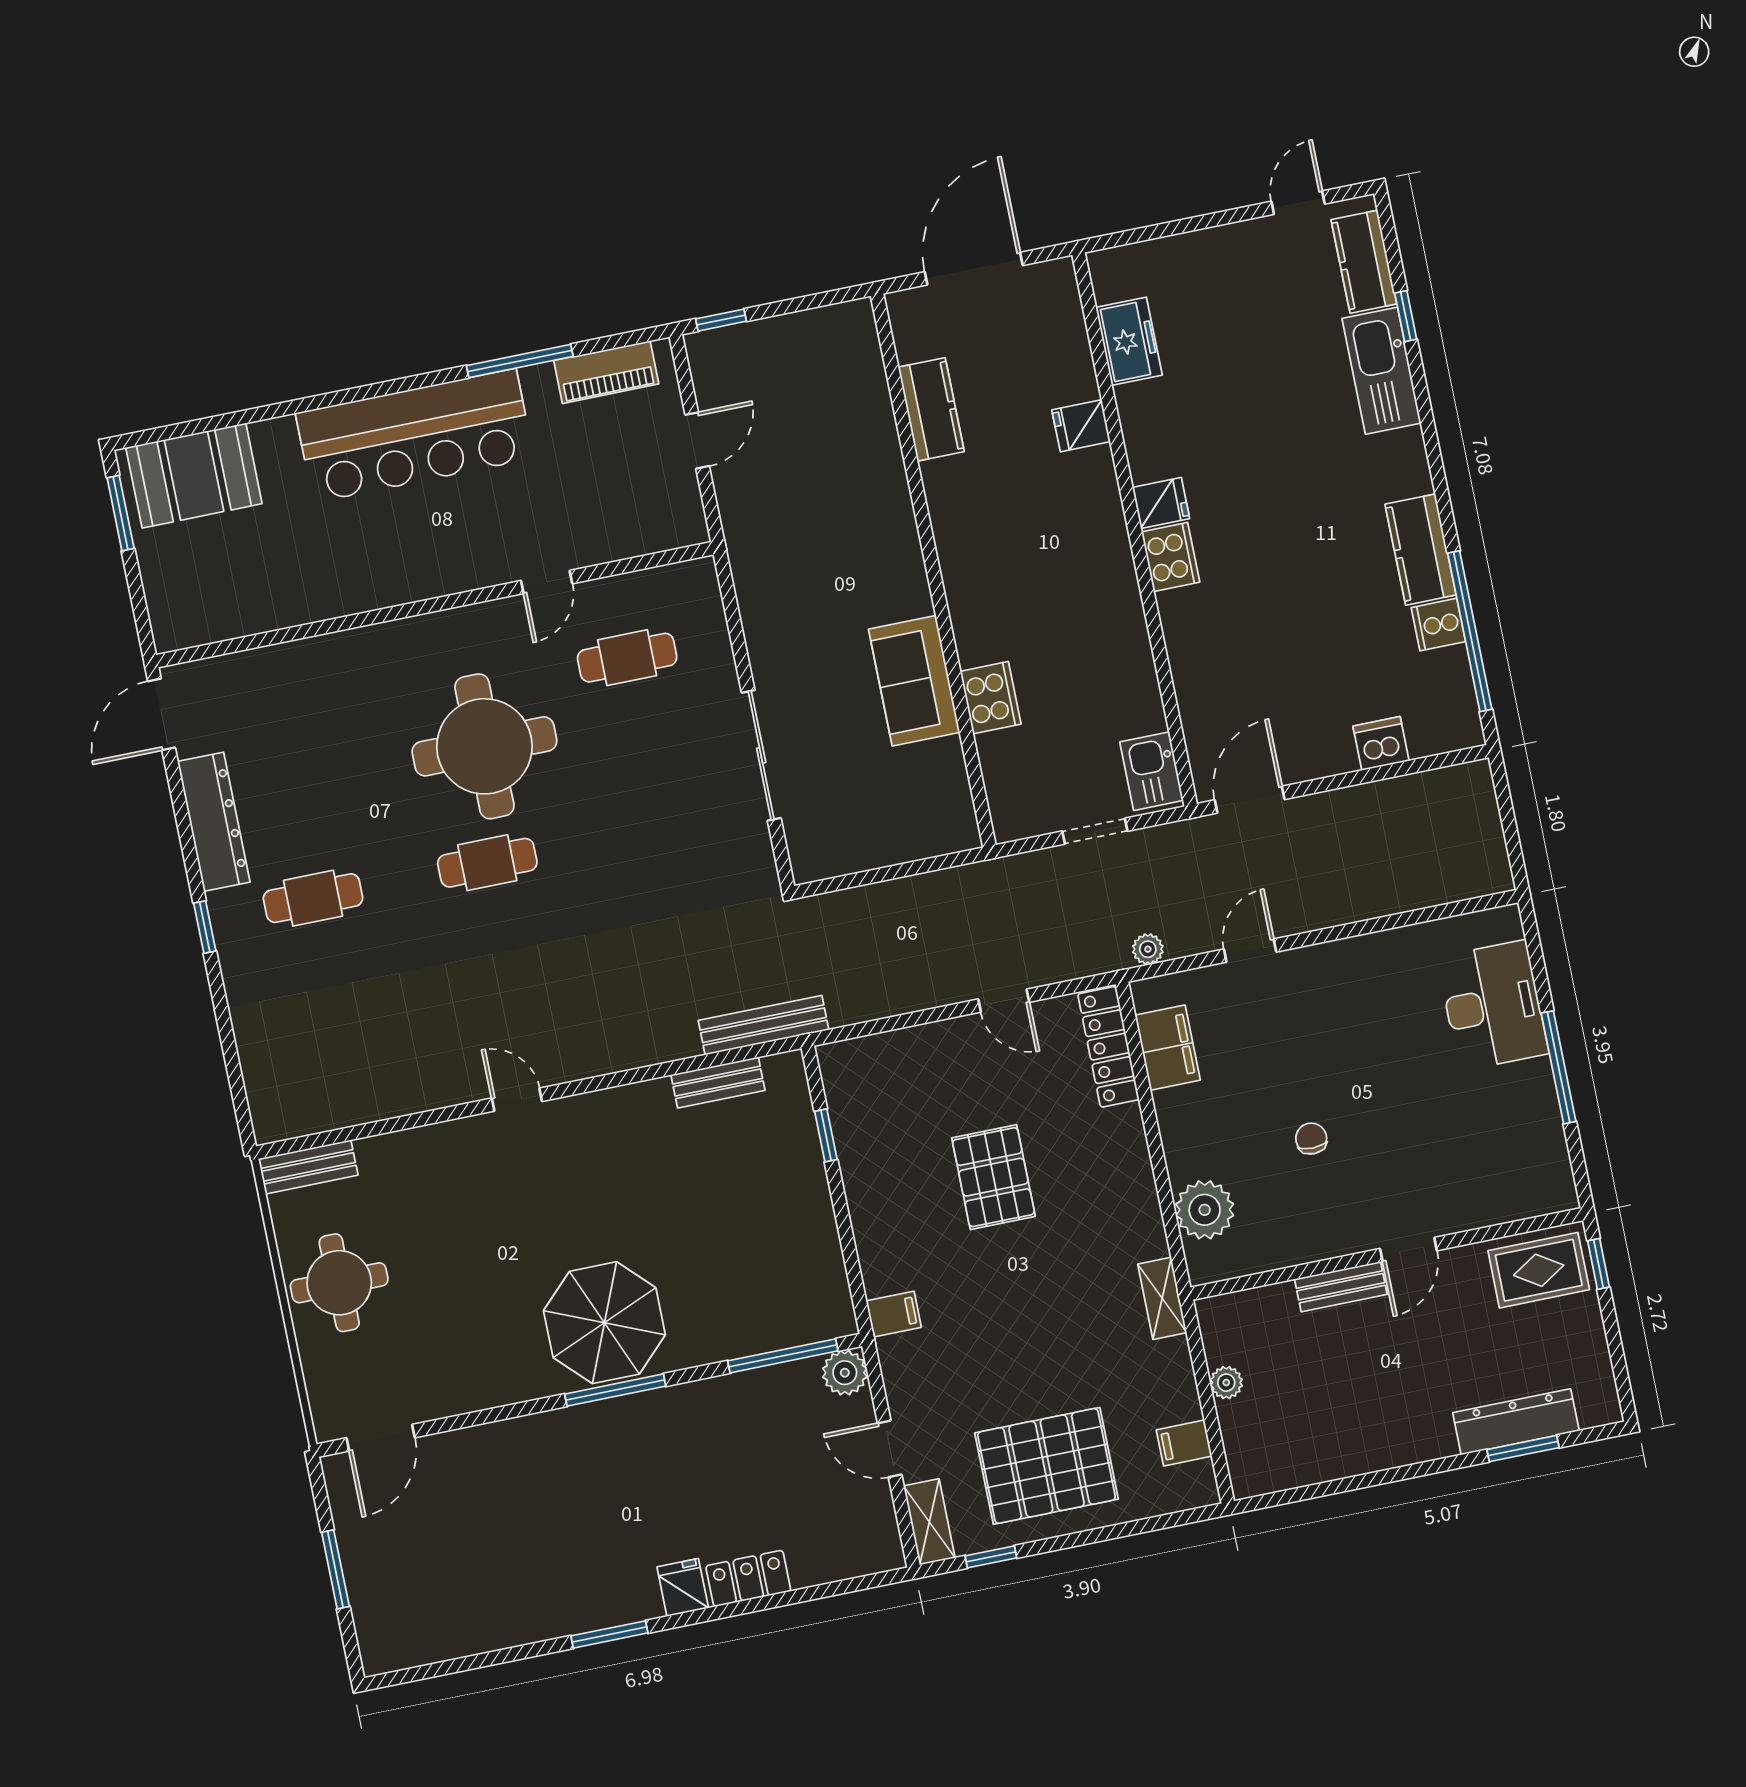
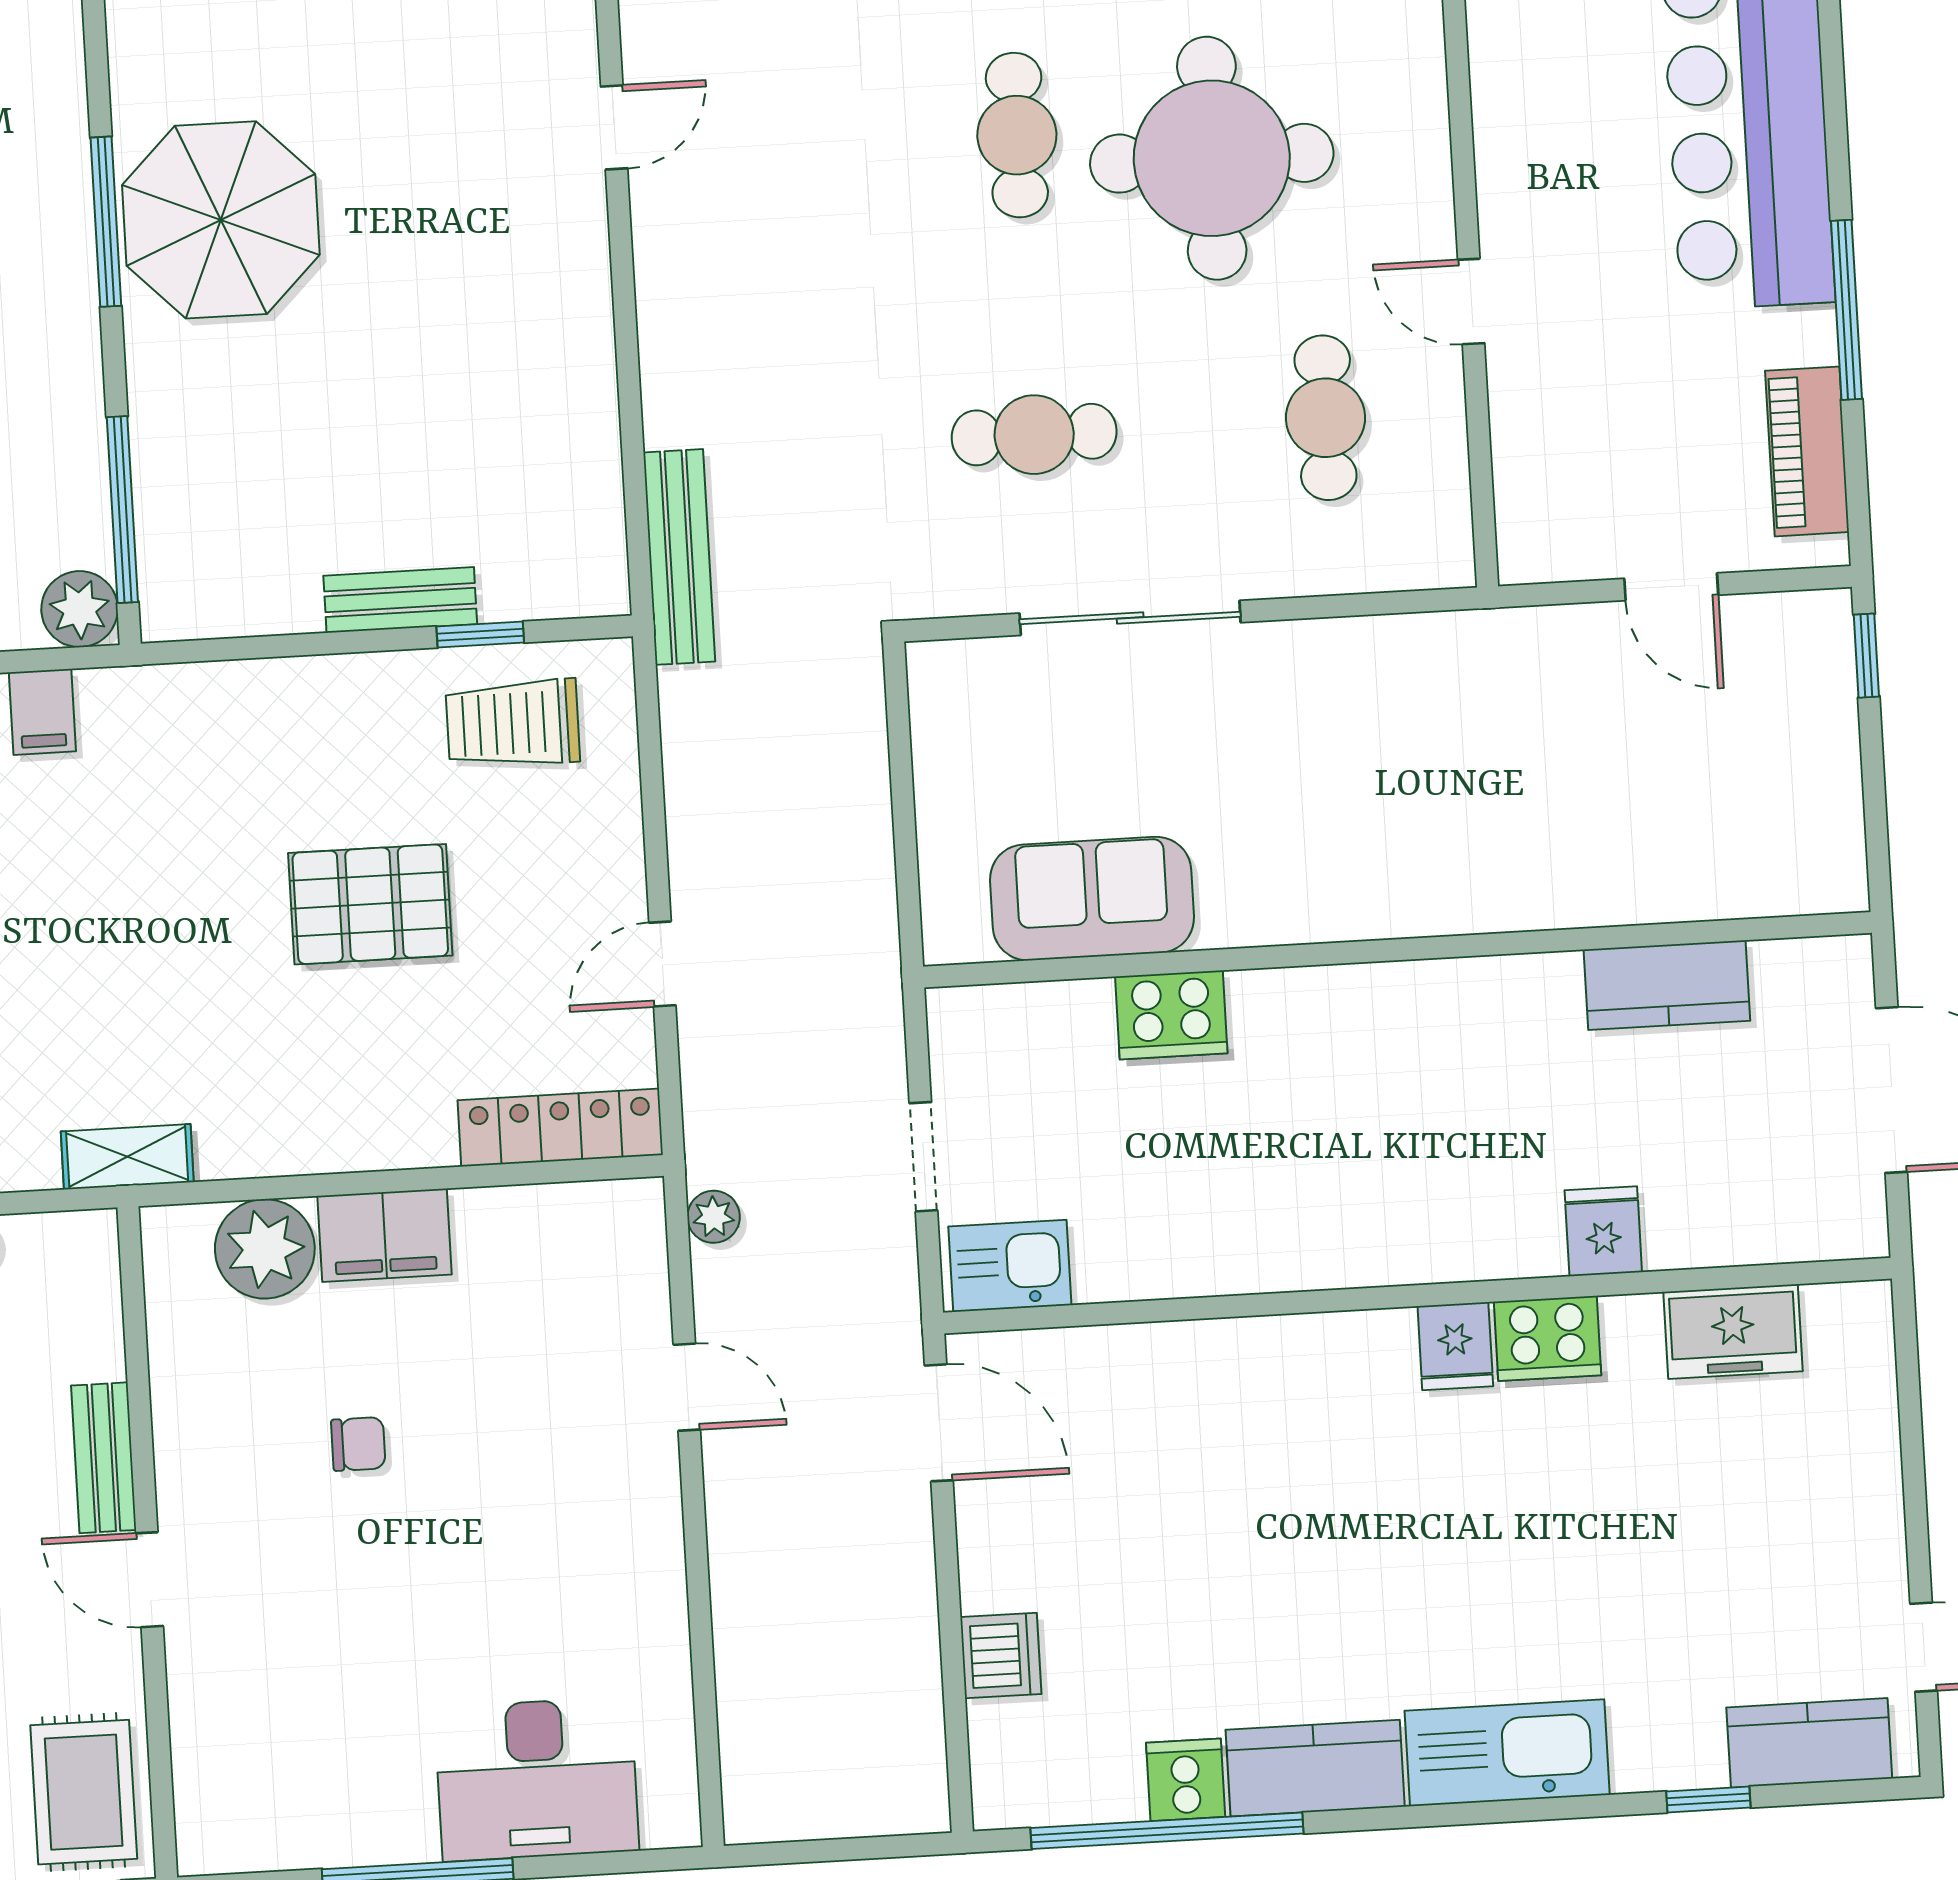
kitchen sink: (1381, 371) -> (1507, 1753), moved
cooker: (1171, 557) -> (1547, 1338), moved
sofa: (914, 681) -> (1092, 899), moved
cafe table: (662, 827) -> (1034, 435), added
filing cabinet: (1168, 1048) -> (384, 1235), moved
bench: (718, 1082) -> (400, 600), moved, turned 90
trolley: (875, 1109) -> (513, 723), added
filing cabinet: (894, 1314) -> (42, 712), moved

